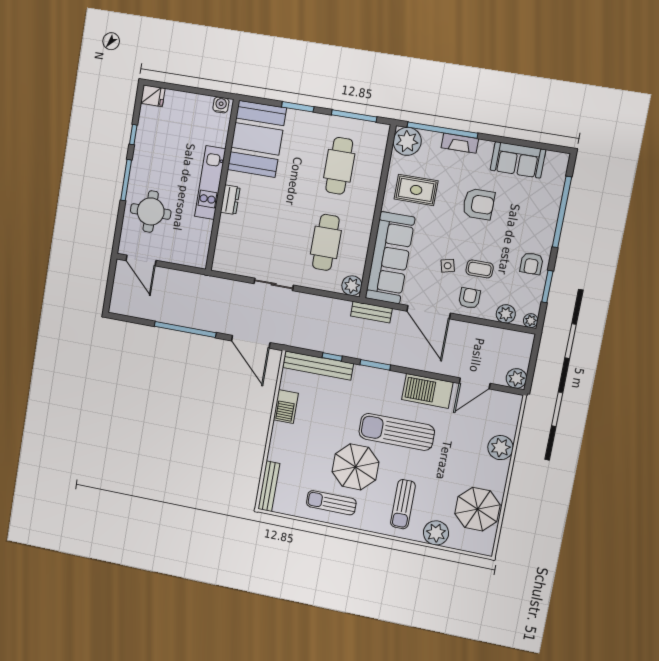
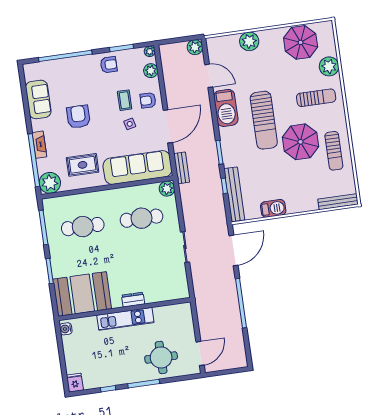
rug: (416, 190) -> (83, 165), turned 90

